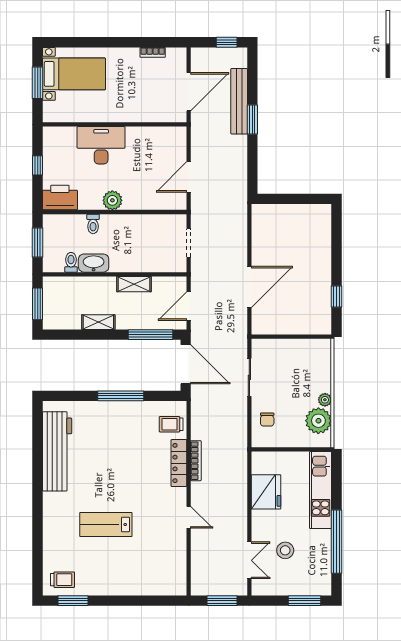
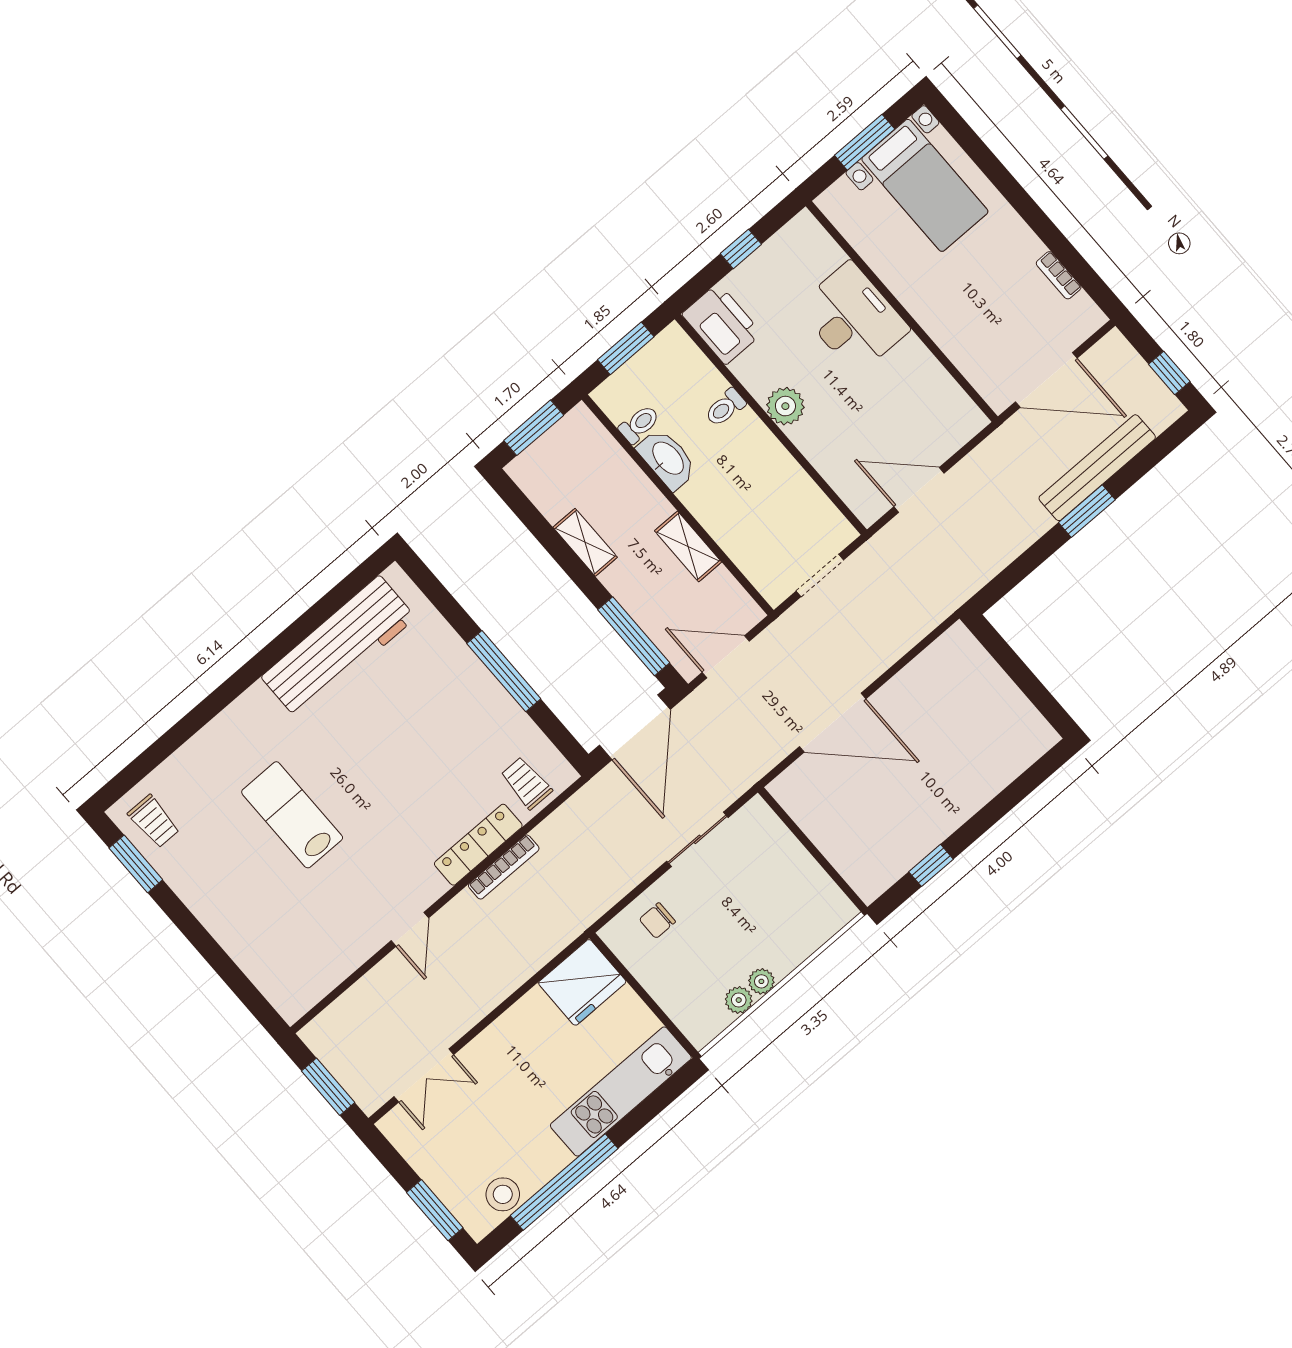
plant: (318, 421) -> (739, 1000), width x0.53, depth x0.53
fridge: (266, 492) -> (582, 982), moved
stool: (285, 550) -> (503, 1194), moved

